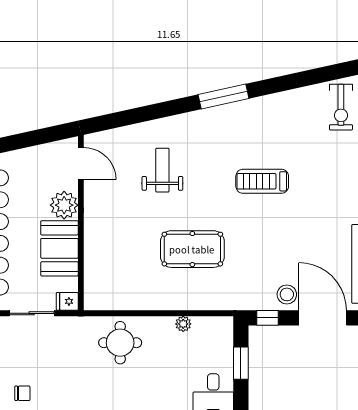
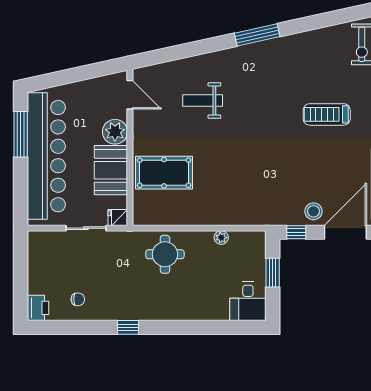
weight bench: (162, 170) -> (203, 101), turned -90
treadmill: (262, 181) -> (327, 114), moved
pool table: (192, 249) -> (164, 173), moved
door: (323, 318) -> (345, 232), hinge flipped

